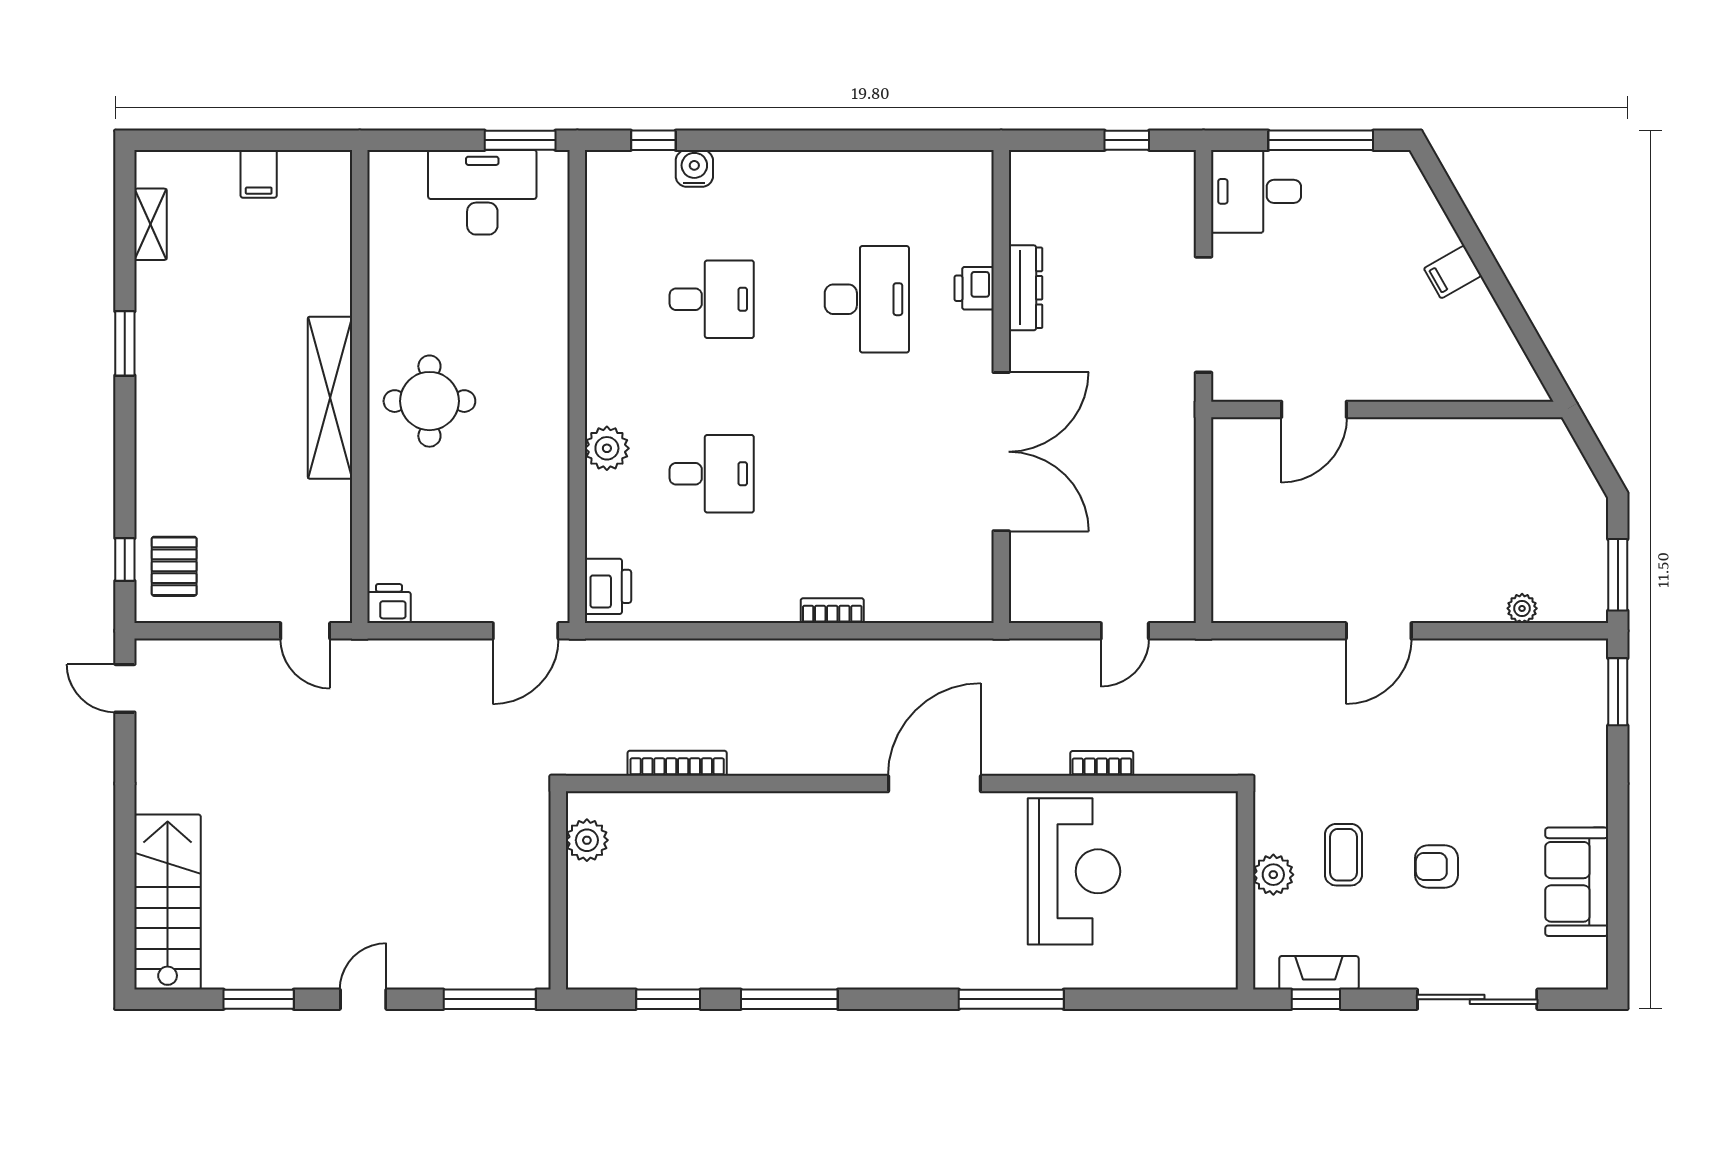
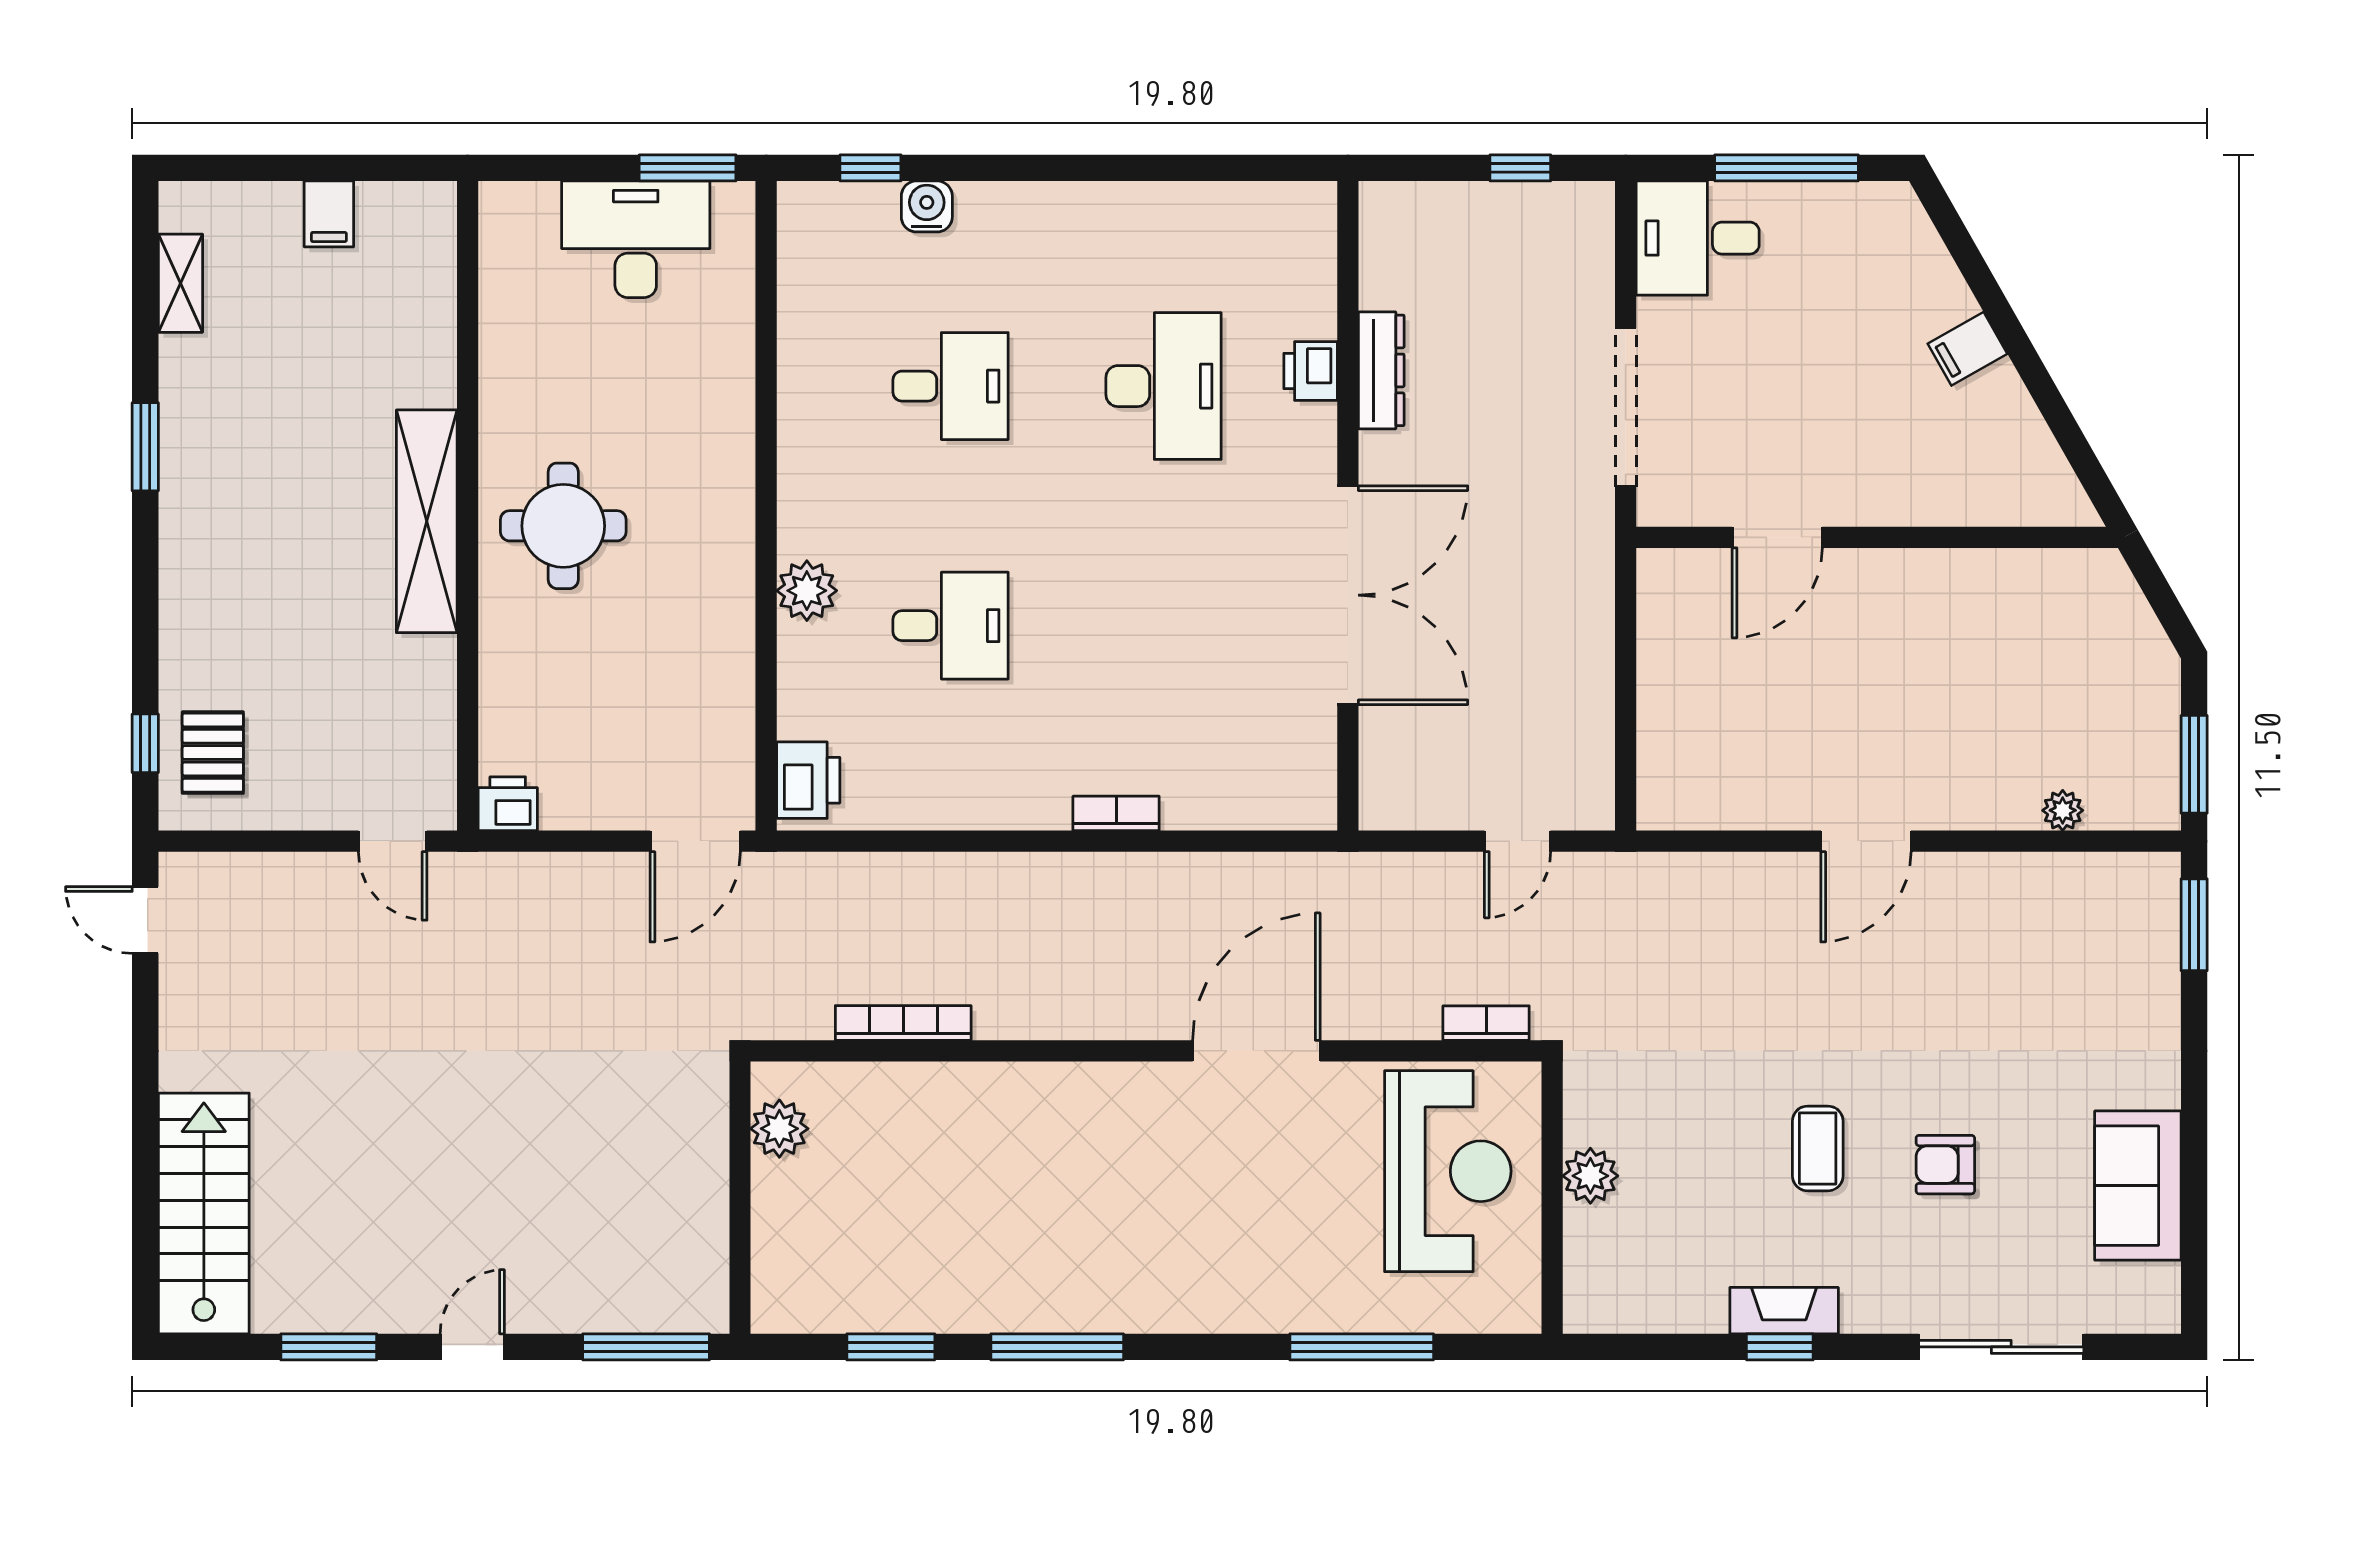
plant: (1273, 875) -> (1590, 1176), moved
wall: (1246, 890) -> (1552, 1198), moved

